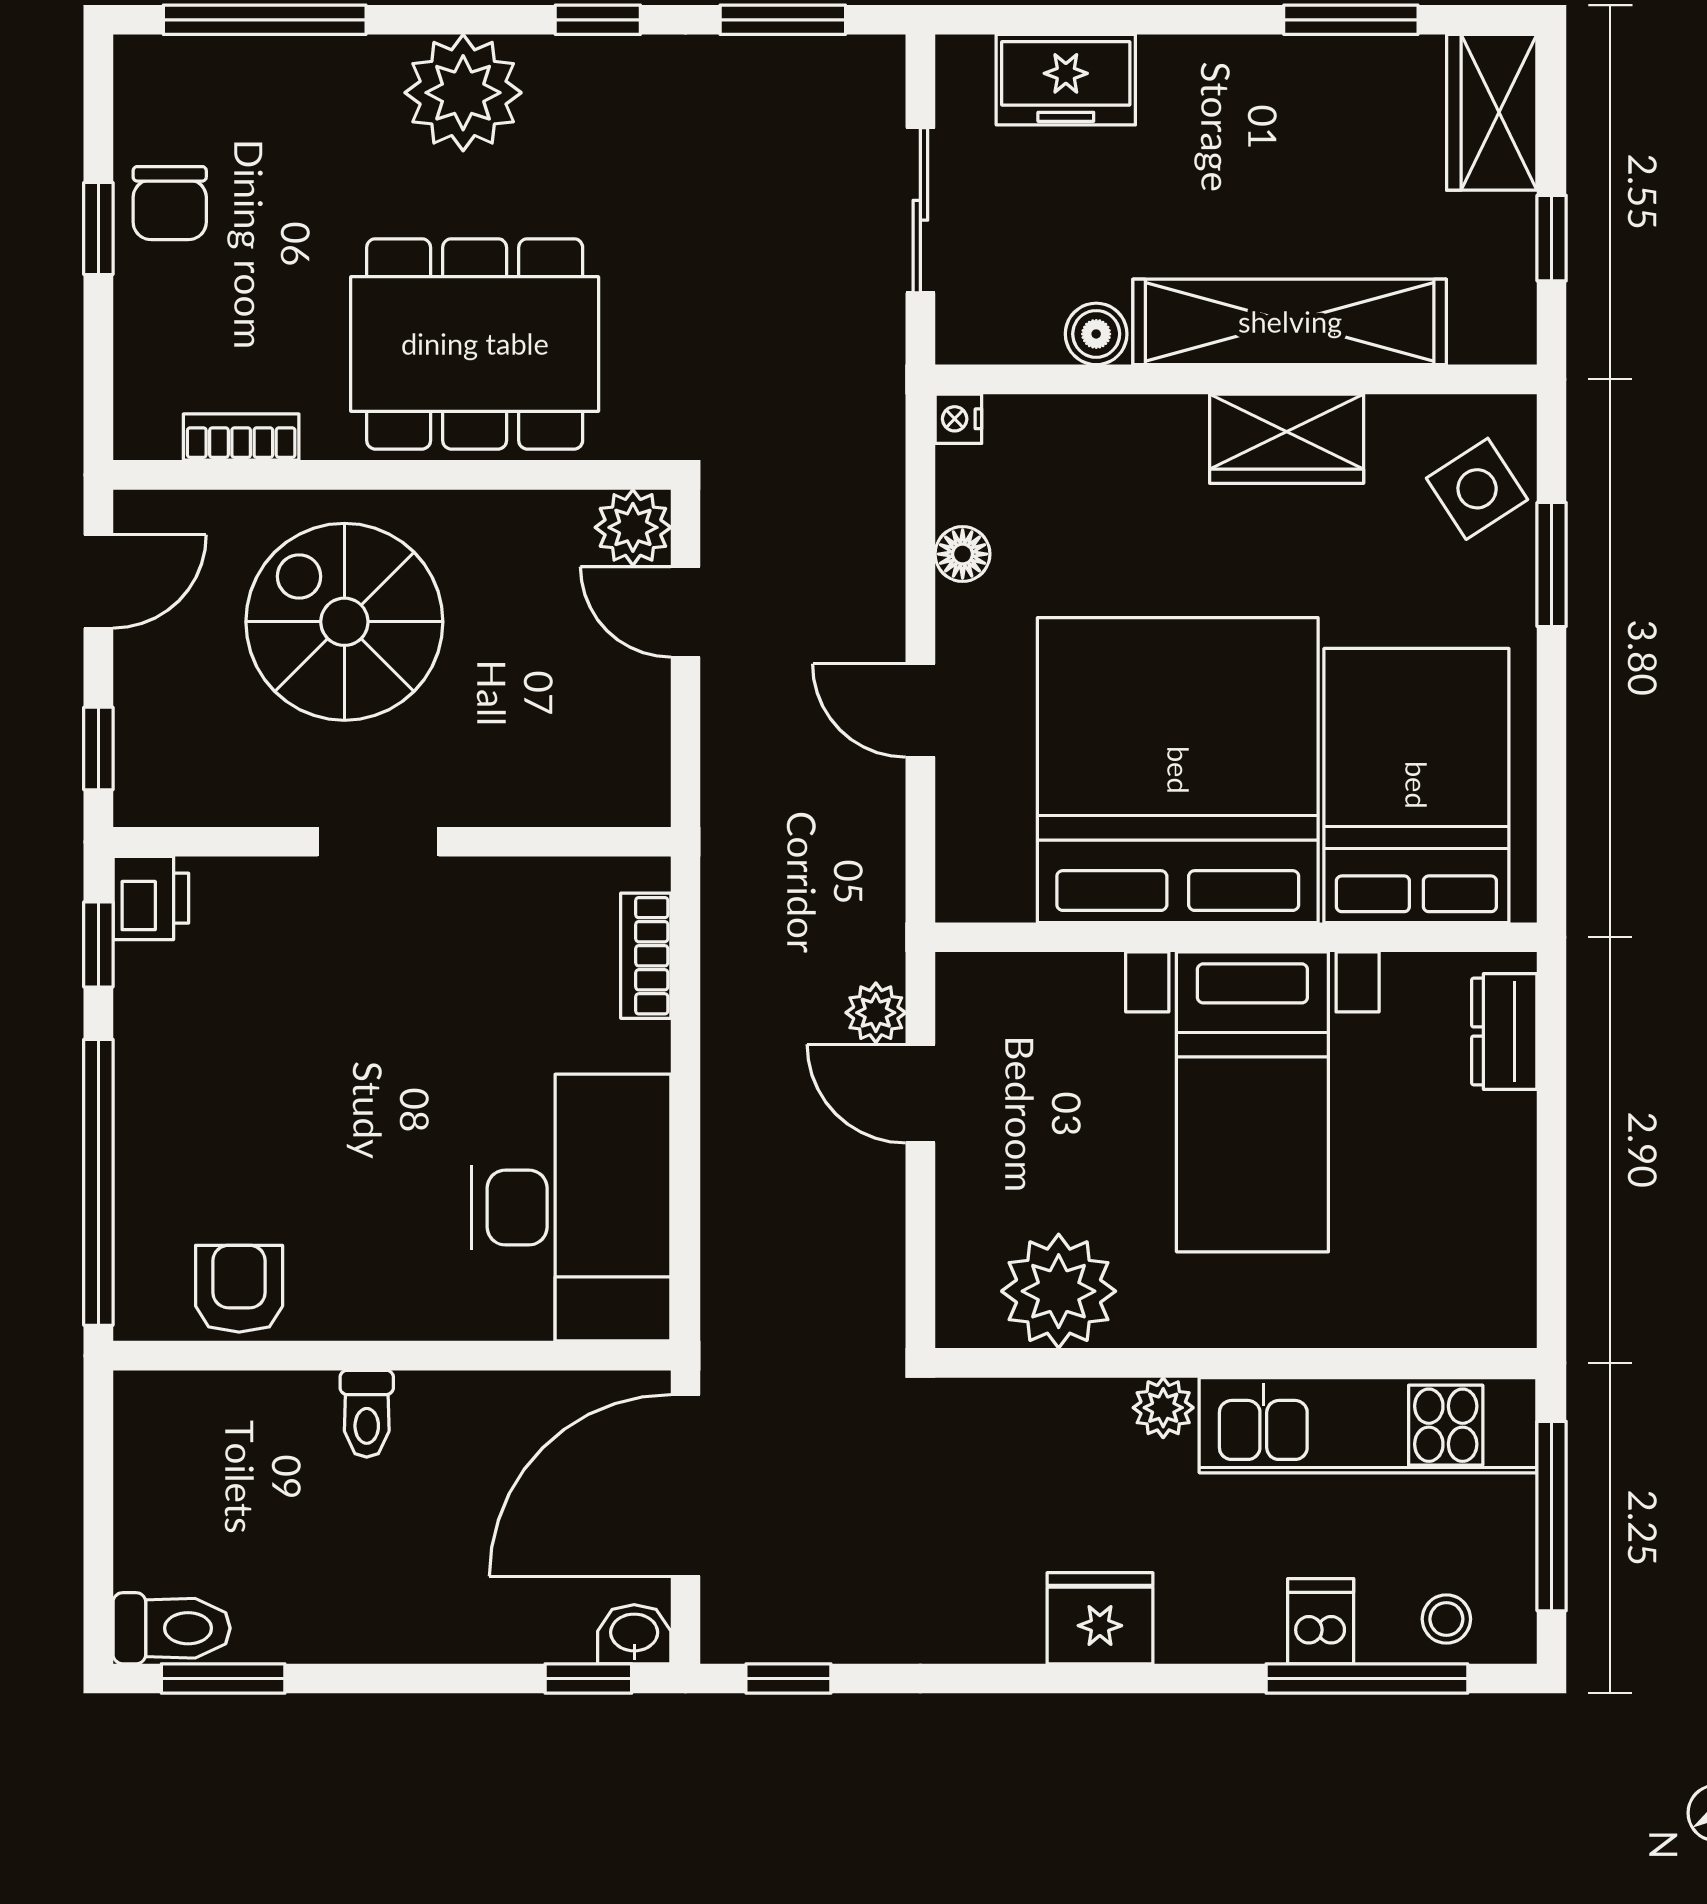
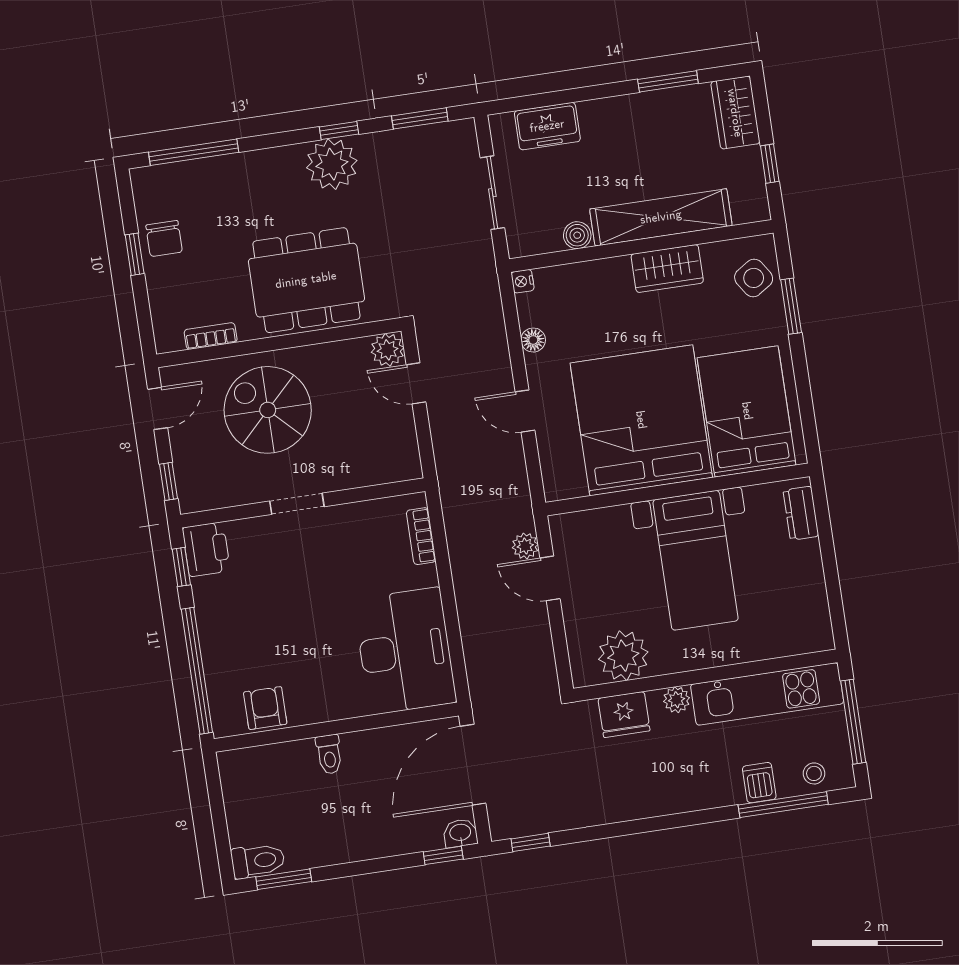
plant: (463, 93) -> (332, 164), moved
printer: (151, 898) -> (206, 549), width x1.36, depth x1.24
fridge: (1100, 1618) -> (624, 714), moved, turned 180

